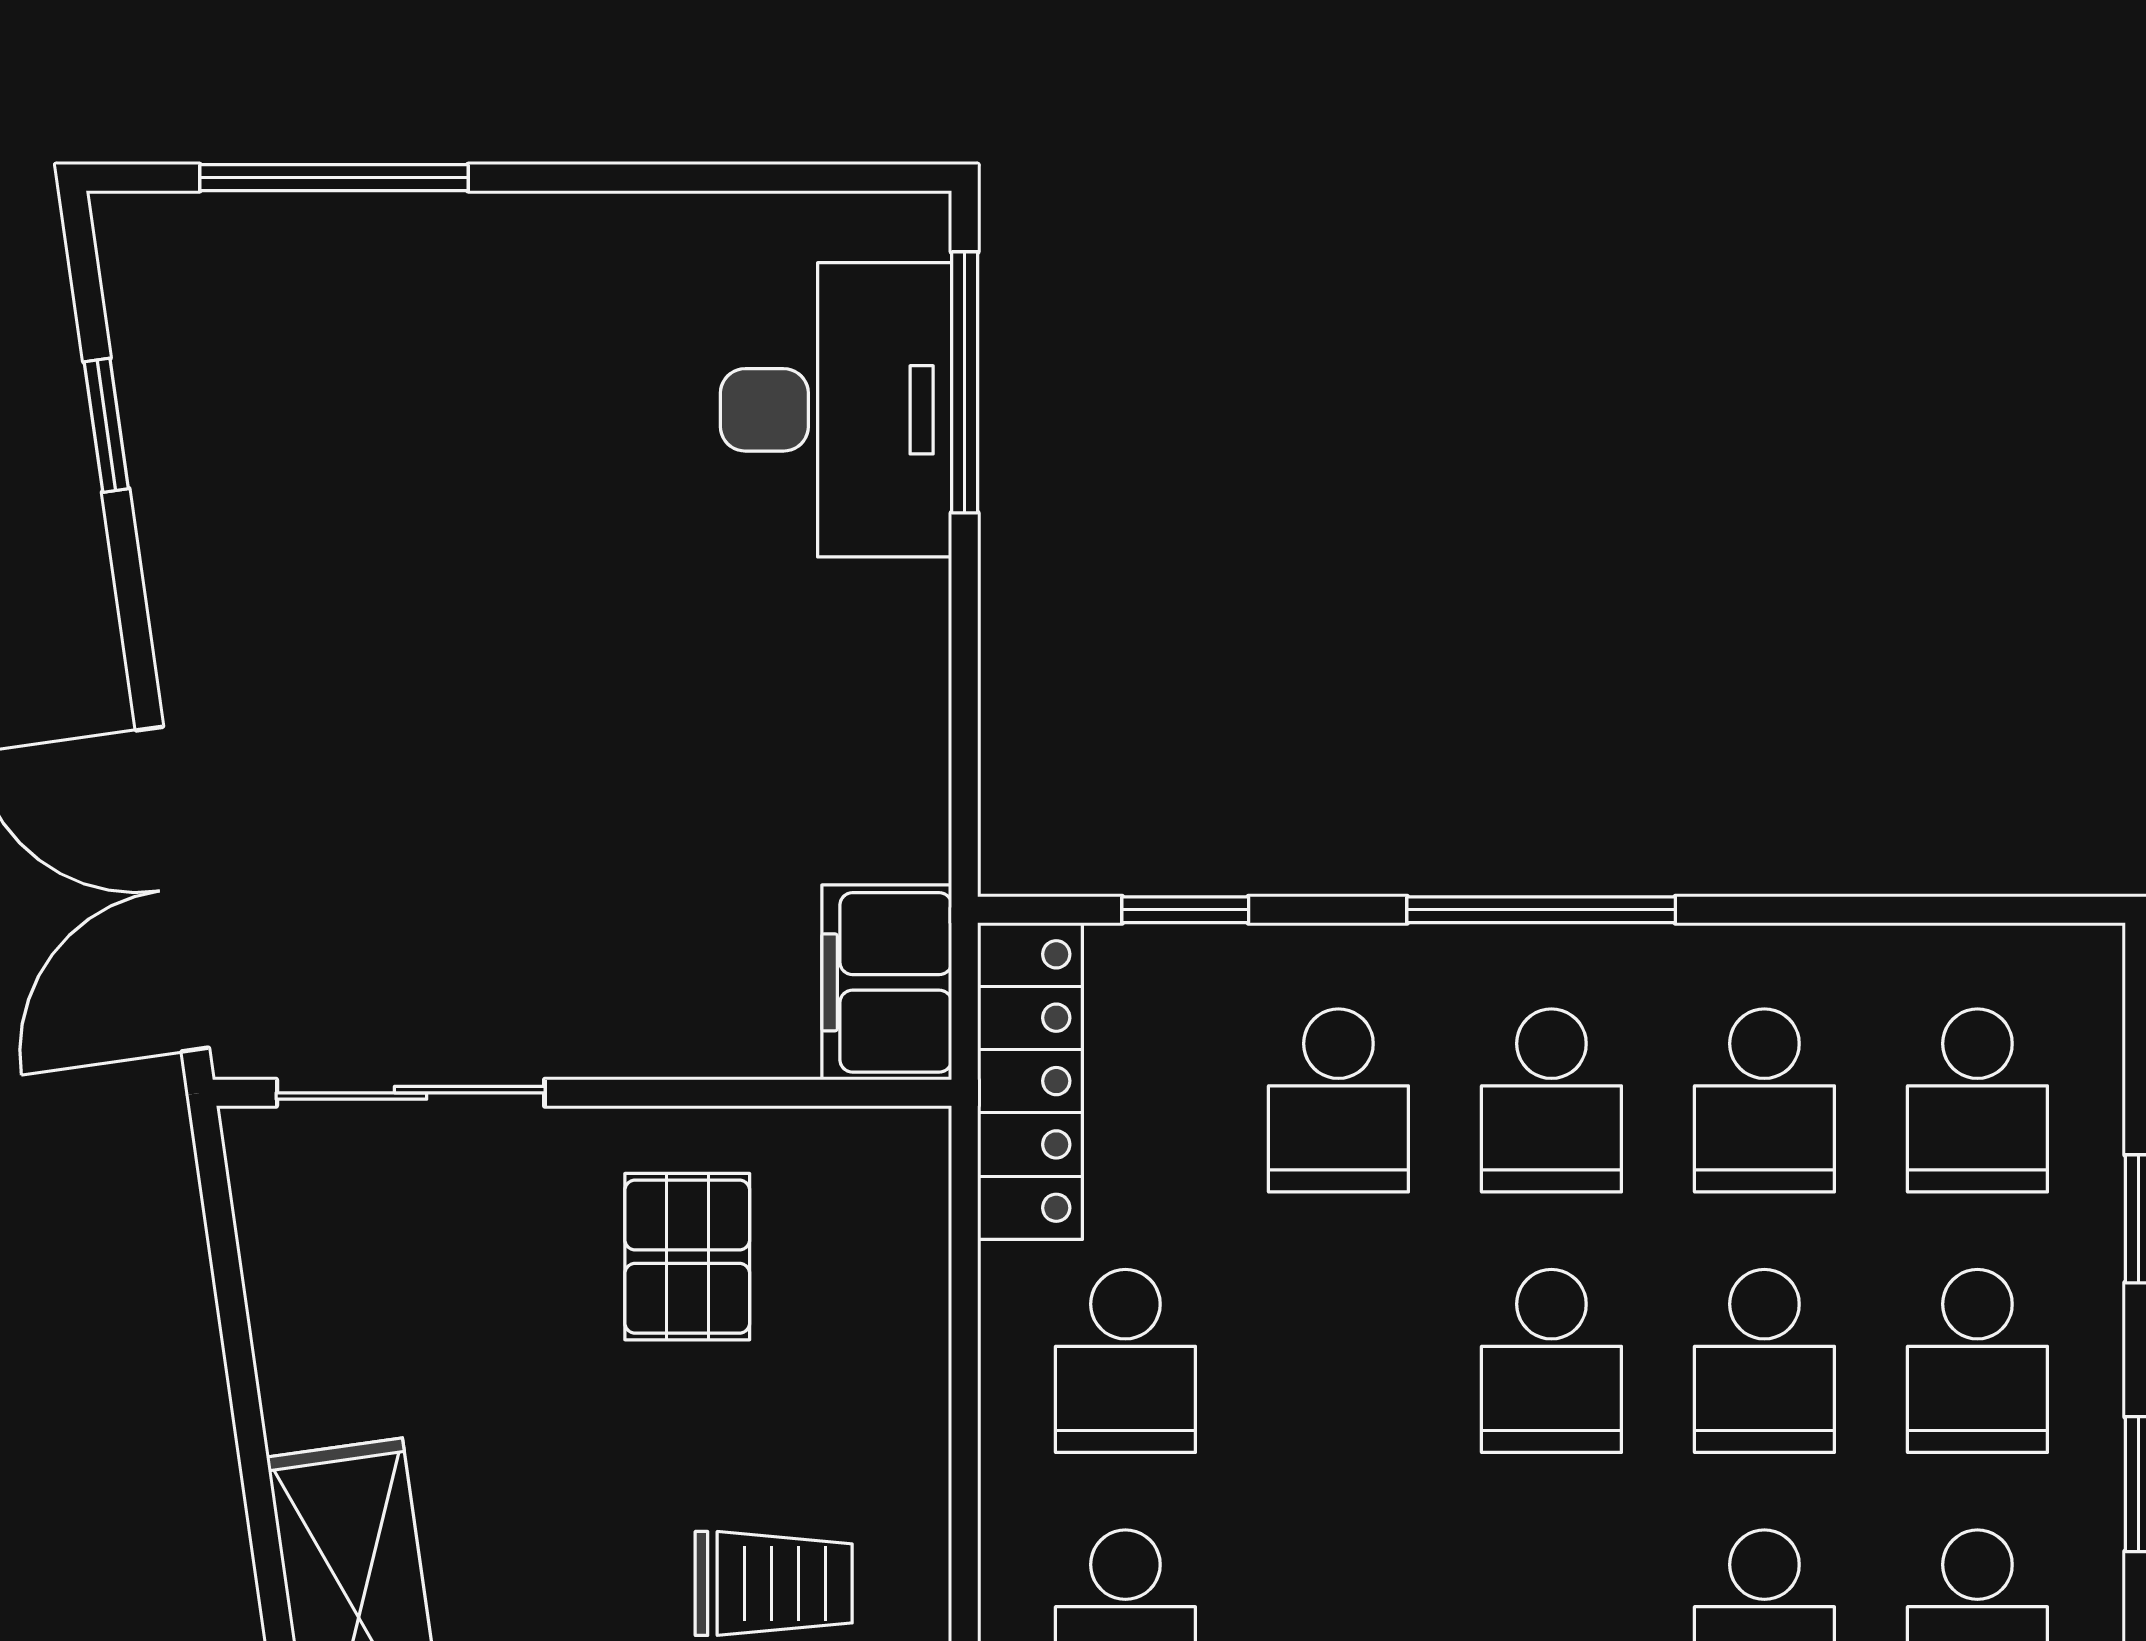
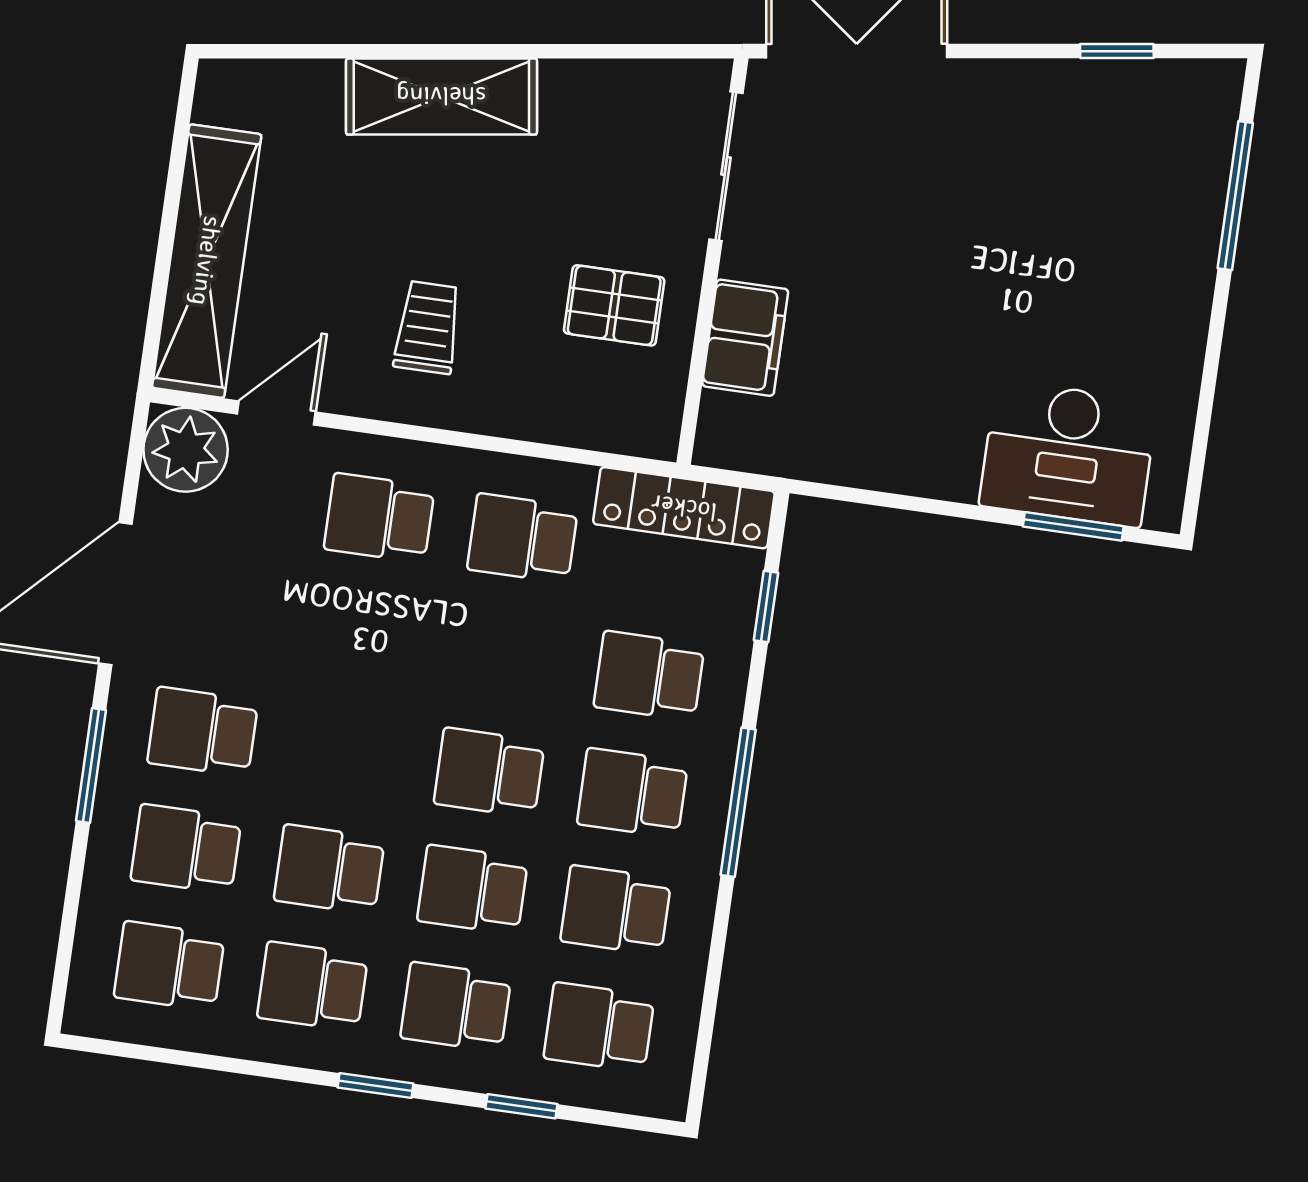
window: (965, 382) -> (1073, 526), width x0.69
filing cabinet: (887, 982) -> (745, 338), moved, turned 90
trolley: (774, 1583) -> (428, 327), turned 180

